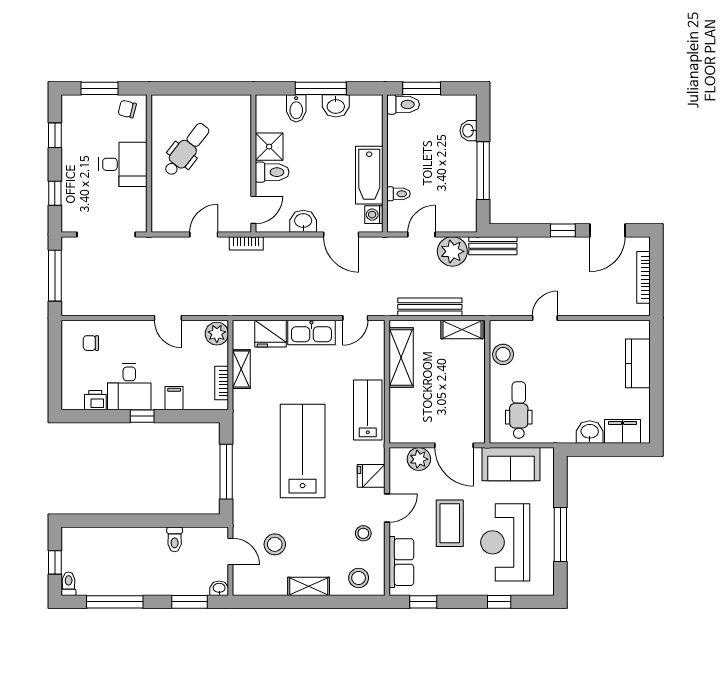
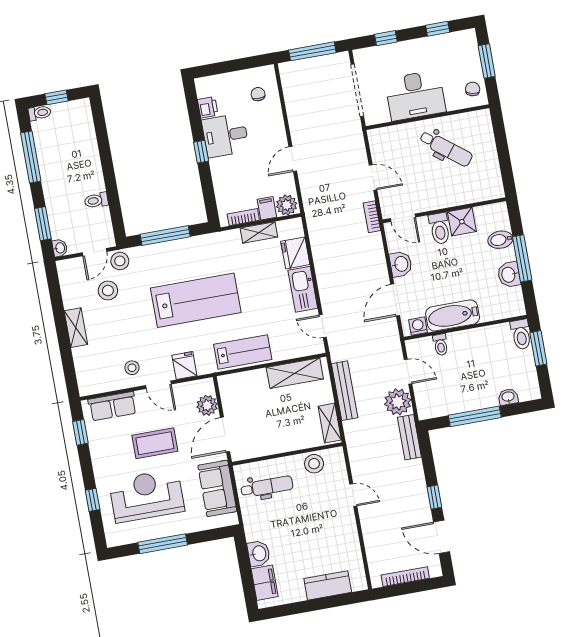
desk: (123, 164) -> (415, 95), width x1.37
filing cabinet: (174, 398) -> (267, 208), moved, turned -90
stool: (359, 578) -> (120, 261), moved

